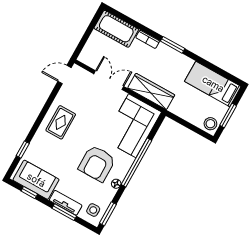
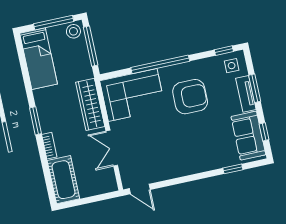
window: (228, 115) -> (54, 23), width x1.44
rug: (61, 122) -> (182, 157), removed
window: (190, 126) -> (91, 46), added
floor lamp: (116, 184) -> (193, 66), removed
window: (108, 214) -> (224, 51), width x0.67

